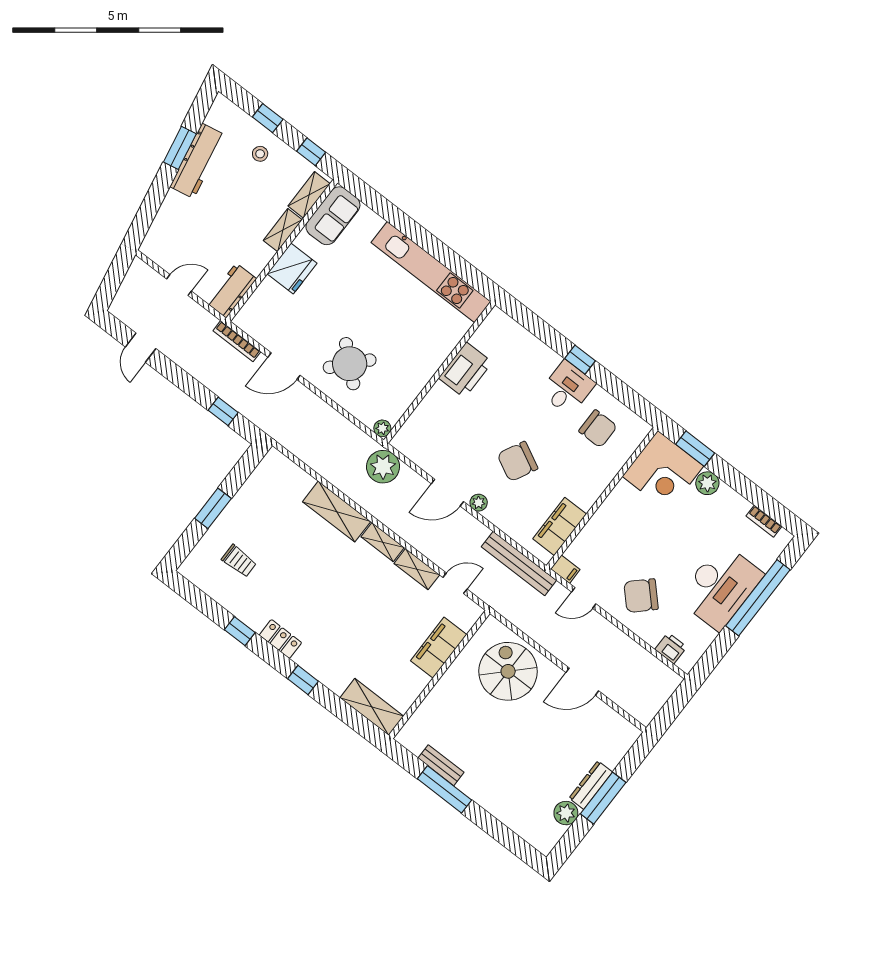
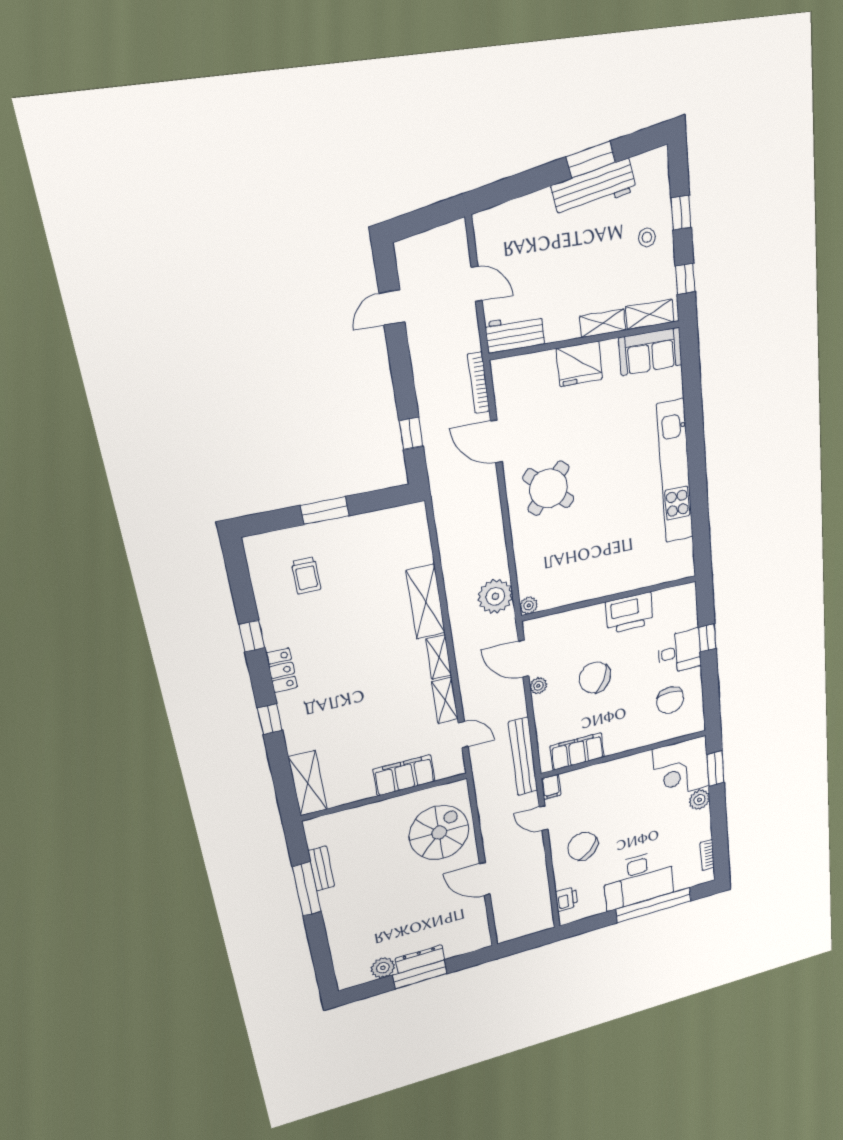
printer: (465, 370) -> (629, 613), moved
wall: (439, 372) -> (610, 598), moved
plant: (382, 428) -> (529, 605), moved

